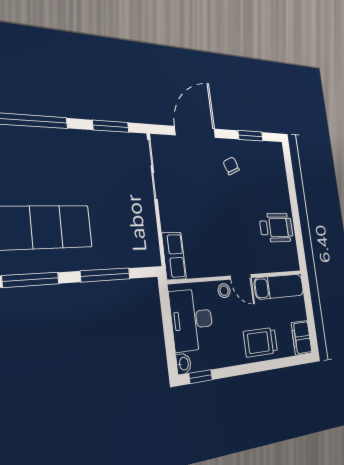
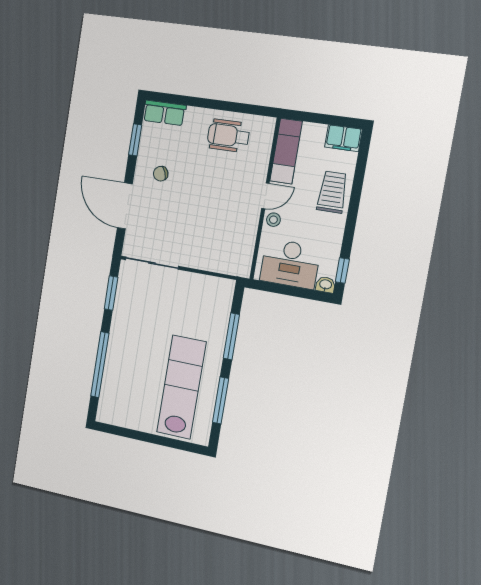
wheelchair: (276, 228) -> (228, 136), turned -90
row of seats: (174, 256) -> (164, 113), moved, turned 180
trolley: (261, 342) -> (332, 192), turned 180

